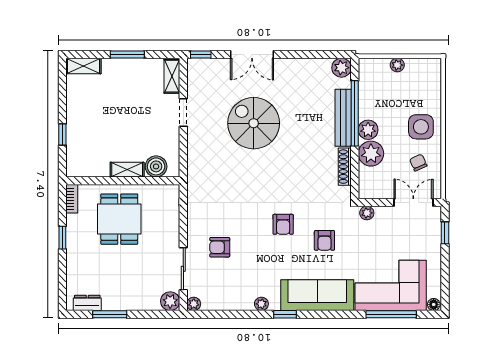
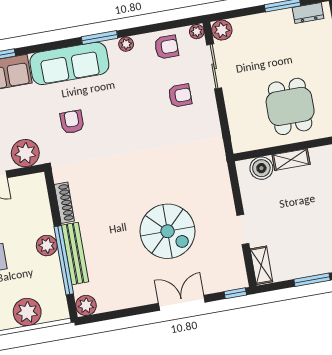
plant: (397, 65) -> (27, 312), width x1.88, depth x1.88
plant: (371, 154) -> (39, 221), removed
plant: (367, 213) -> (25, 153), width x1.88, depth x1.88
armchair: (283, 224) -> (166, 47), moved, turned 90
window: (285, 314) -> (100, 38), width x1.50

